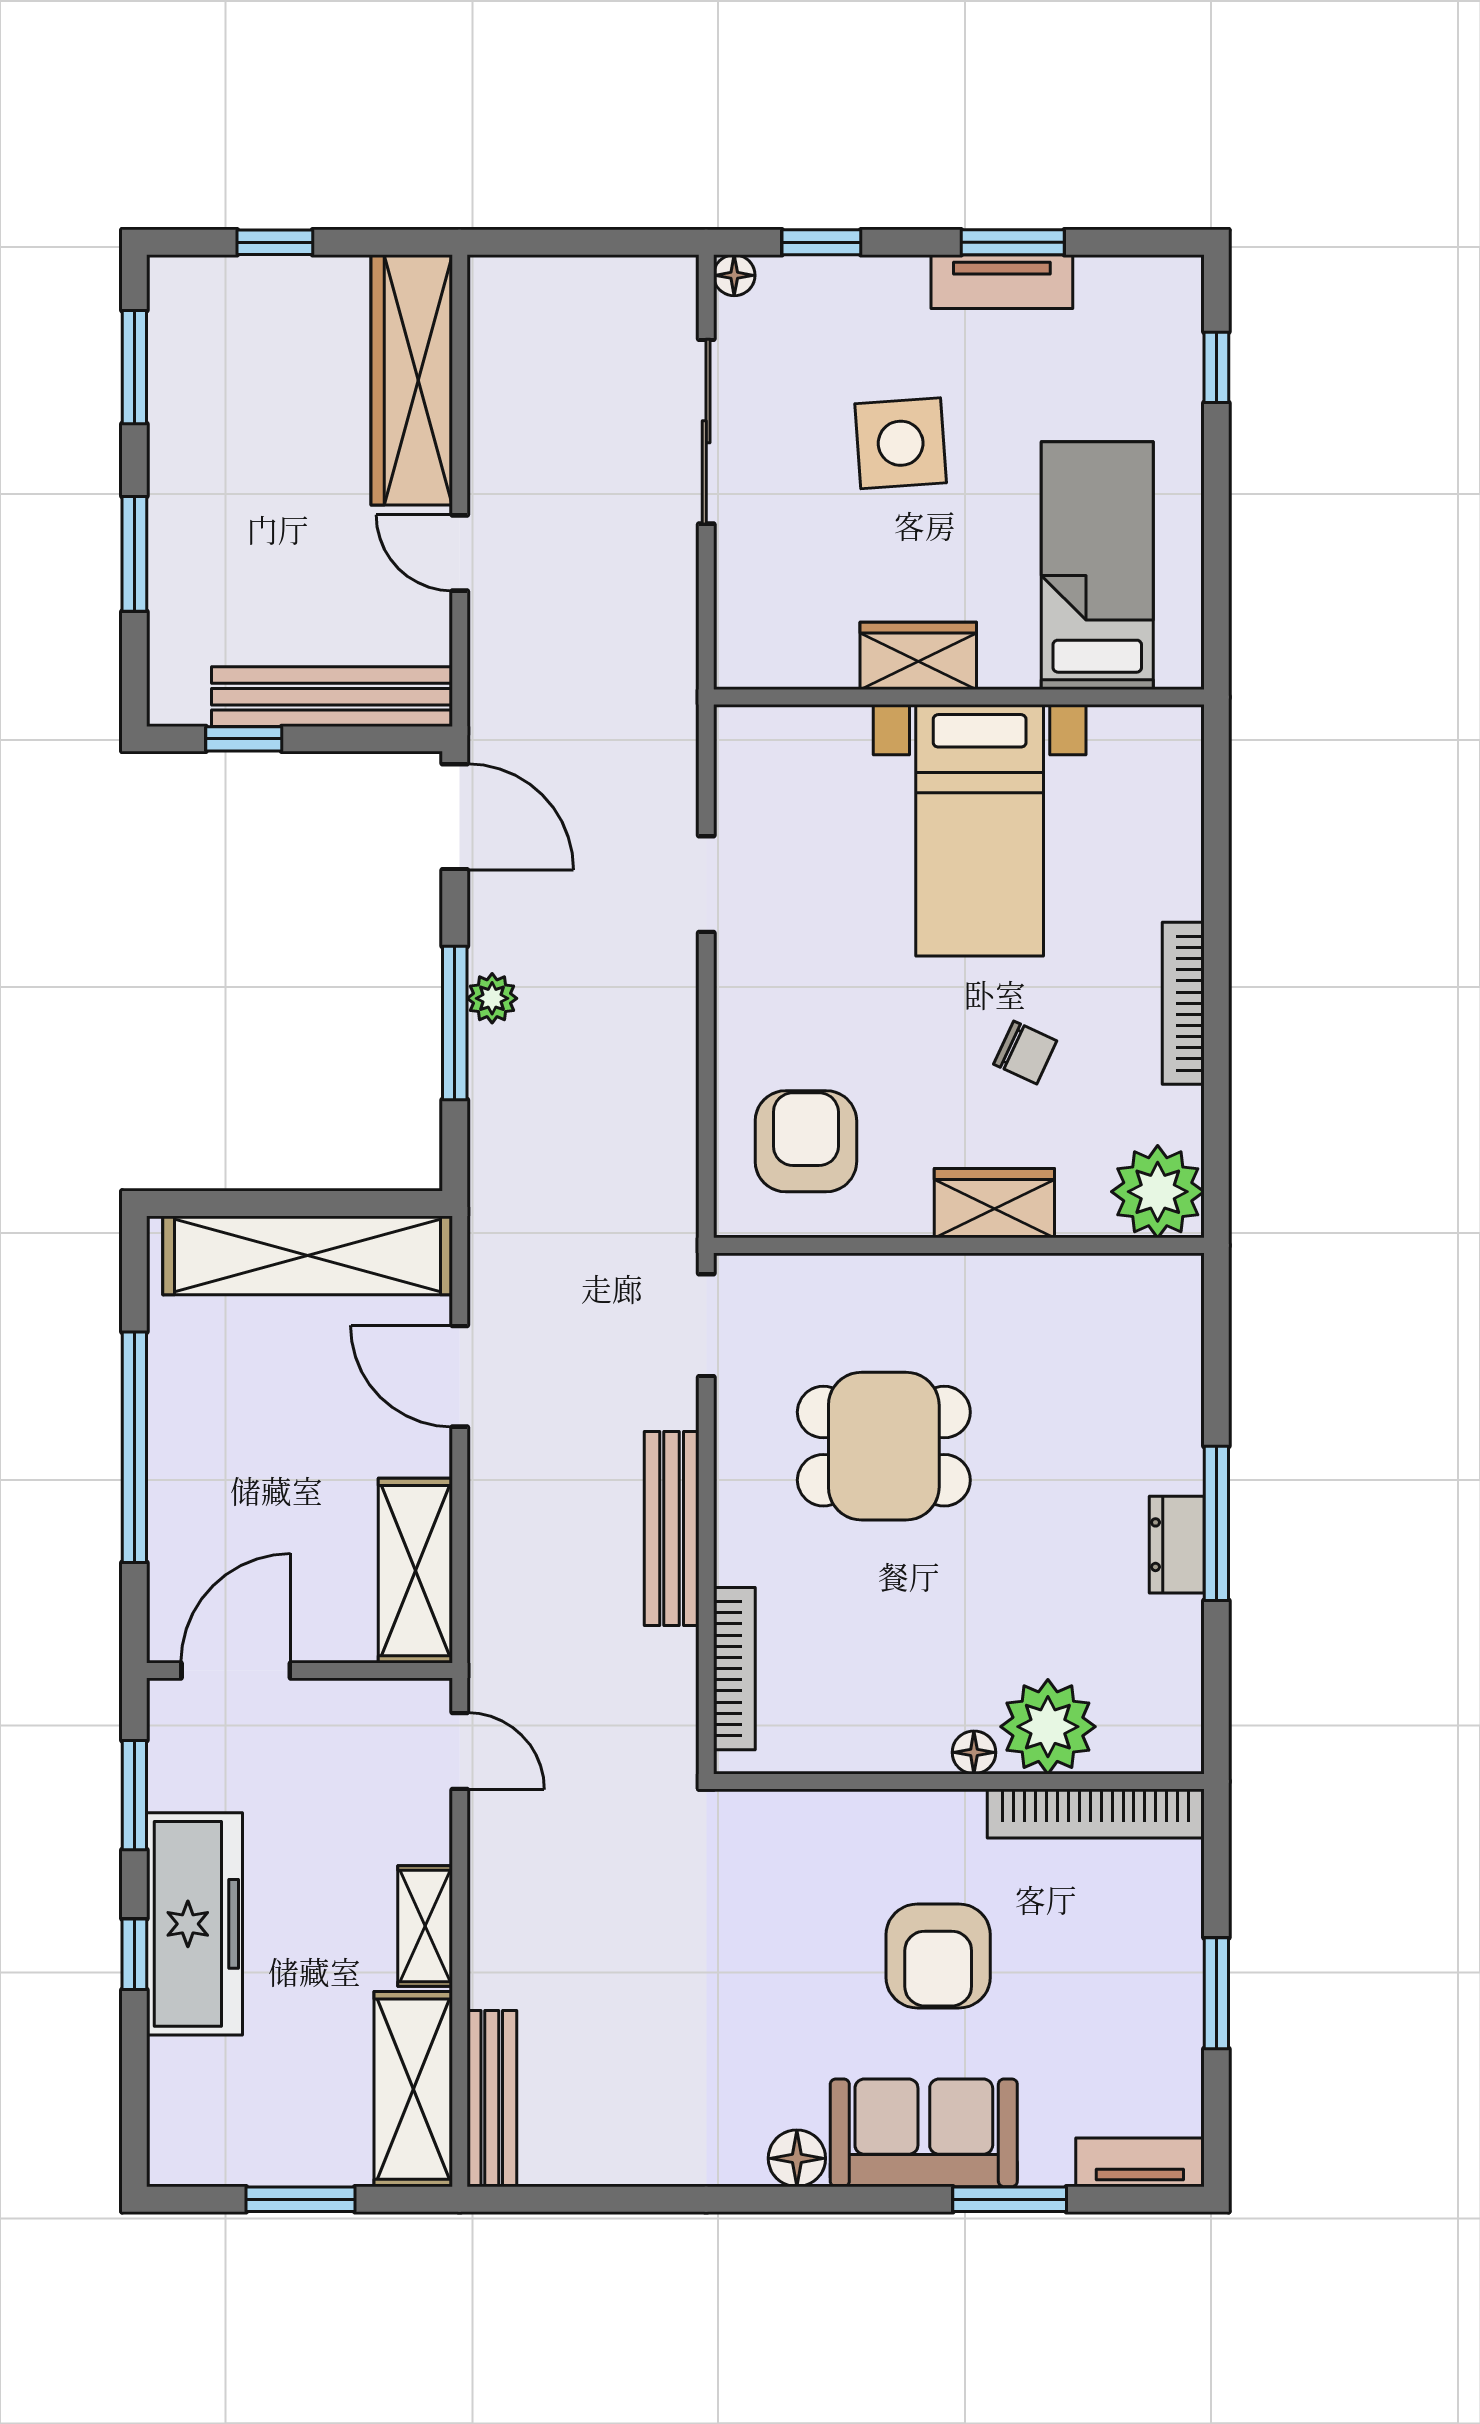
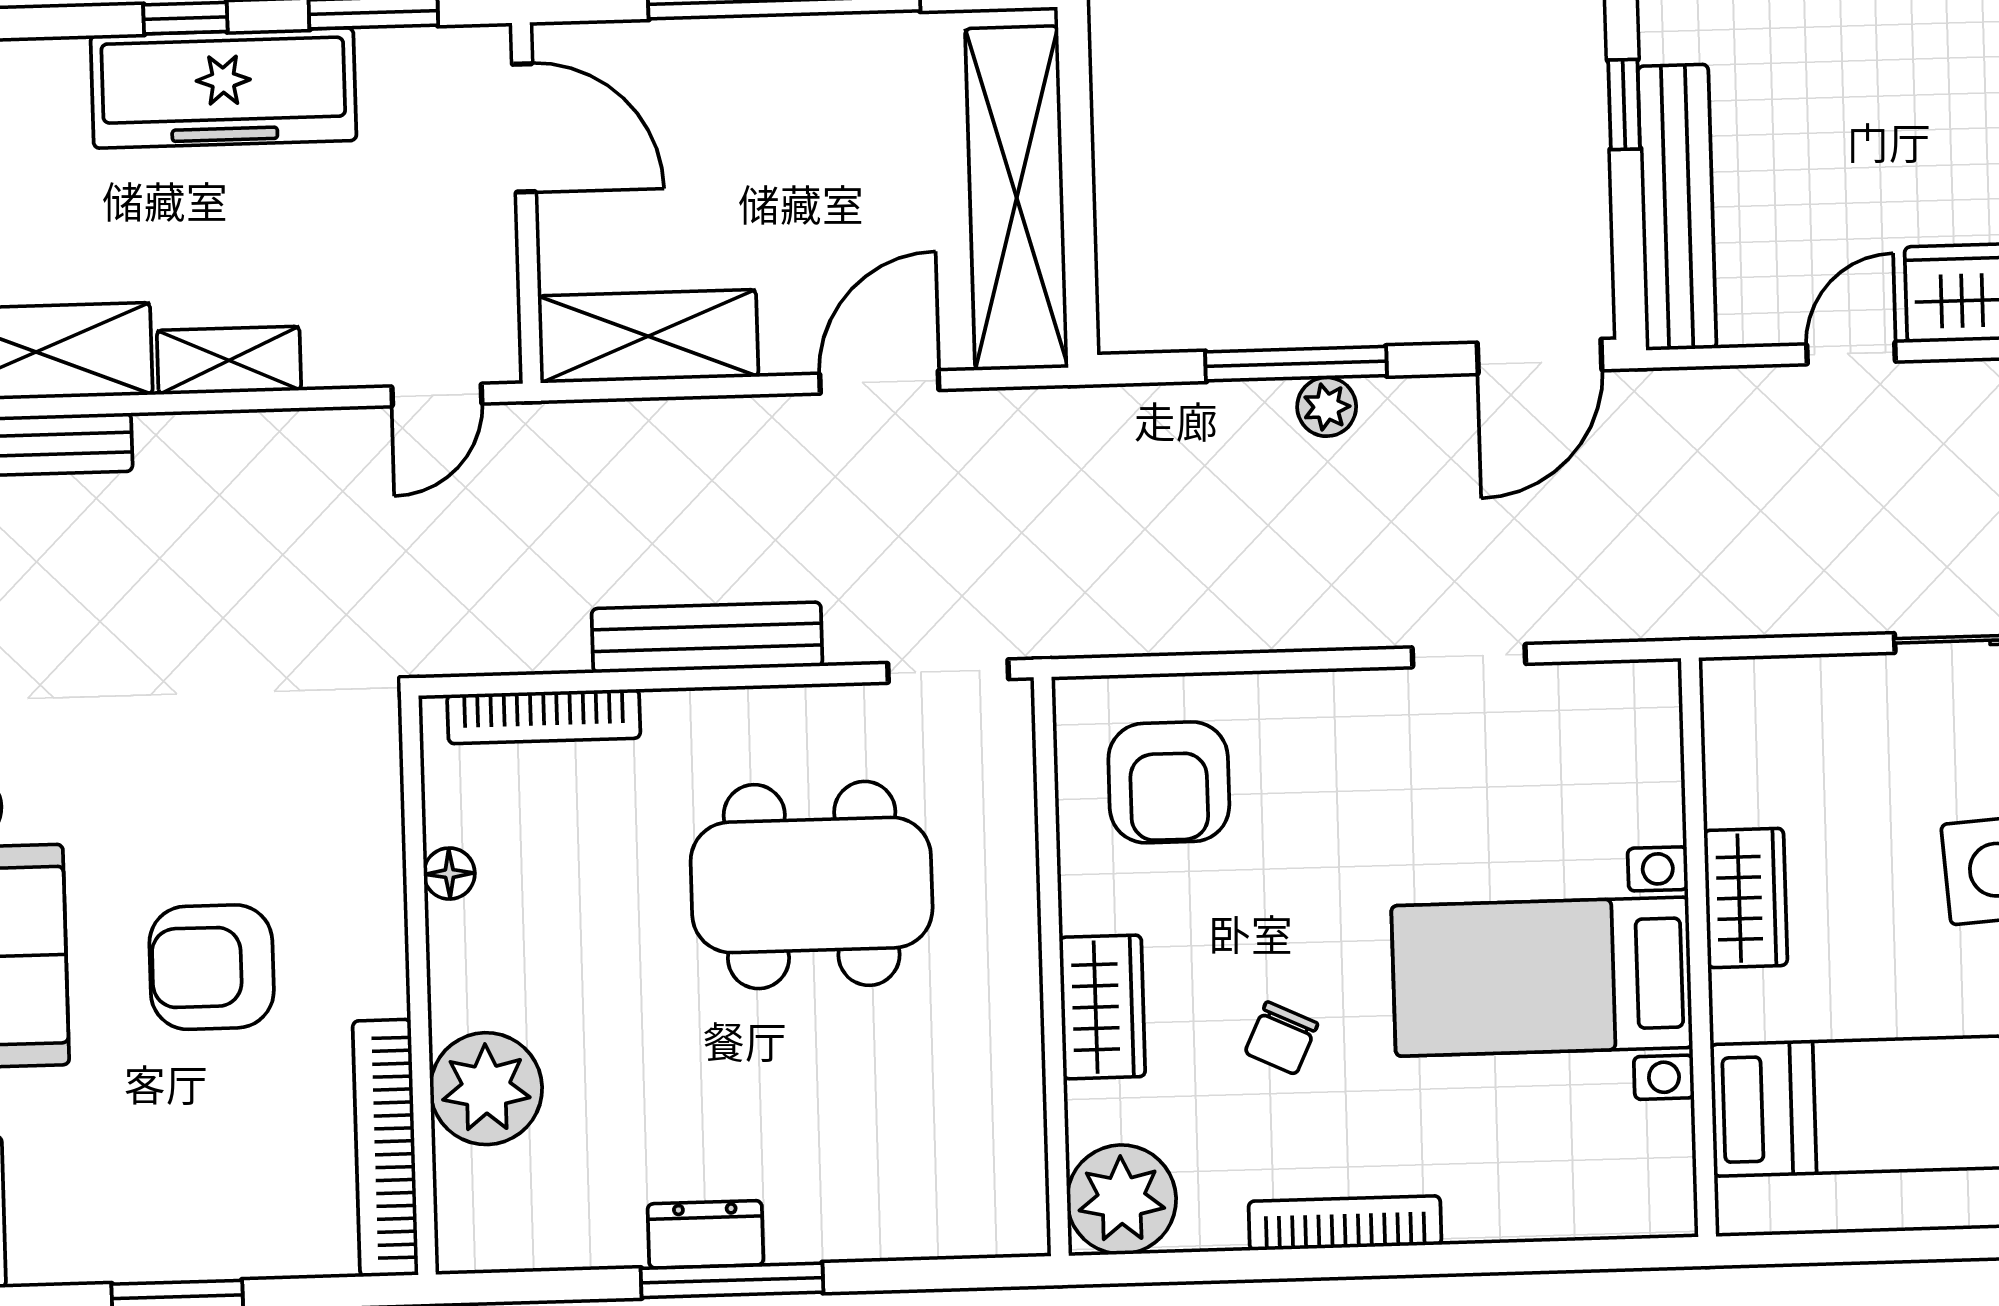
armchair: (806, 1141) -> (1169, 782), turned 90
dining table: (884, 1446) -> (812, 885), width x1.37
floor lamp: (974, 1752) -> (449, 874), moved

